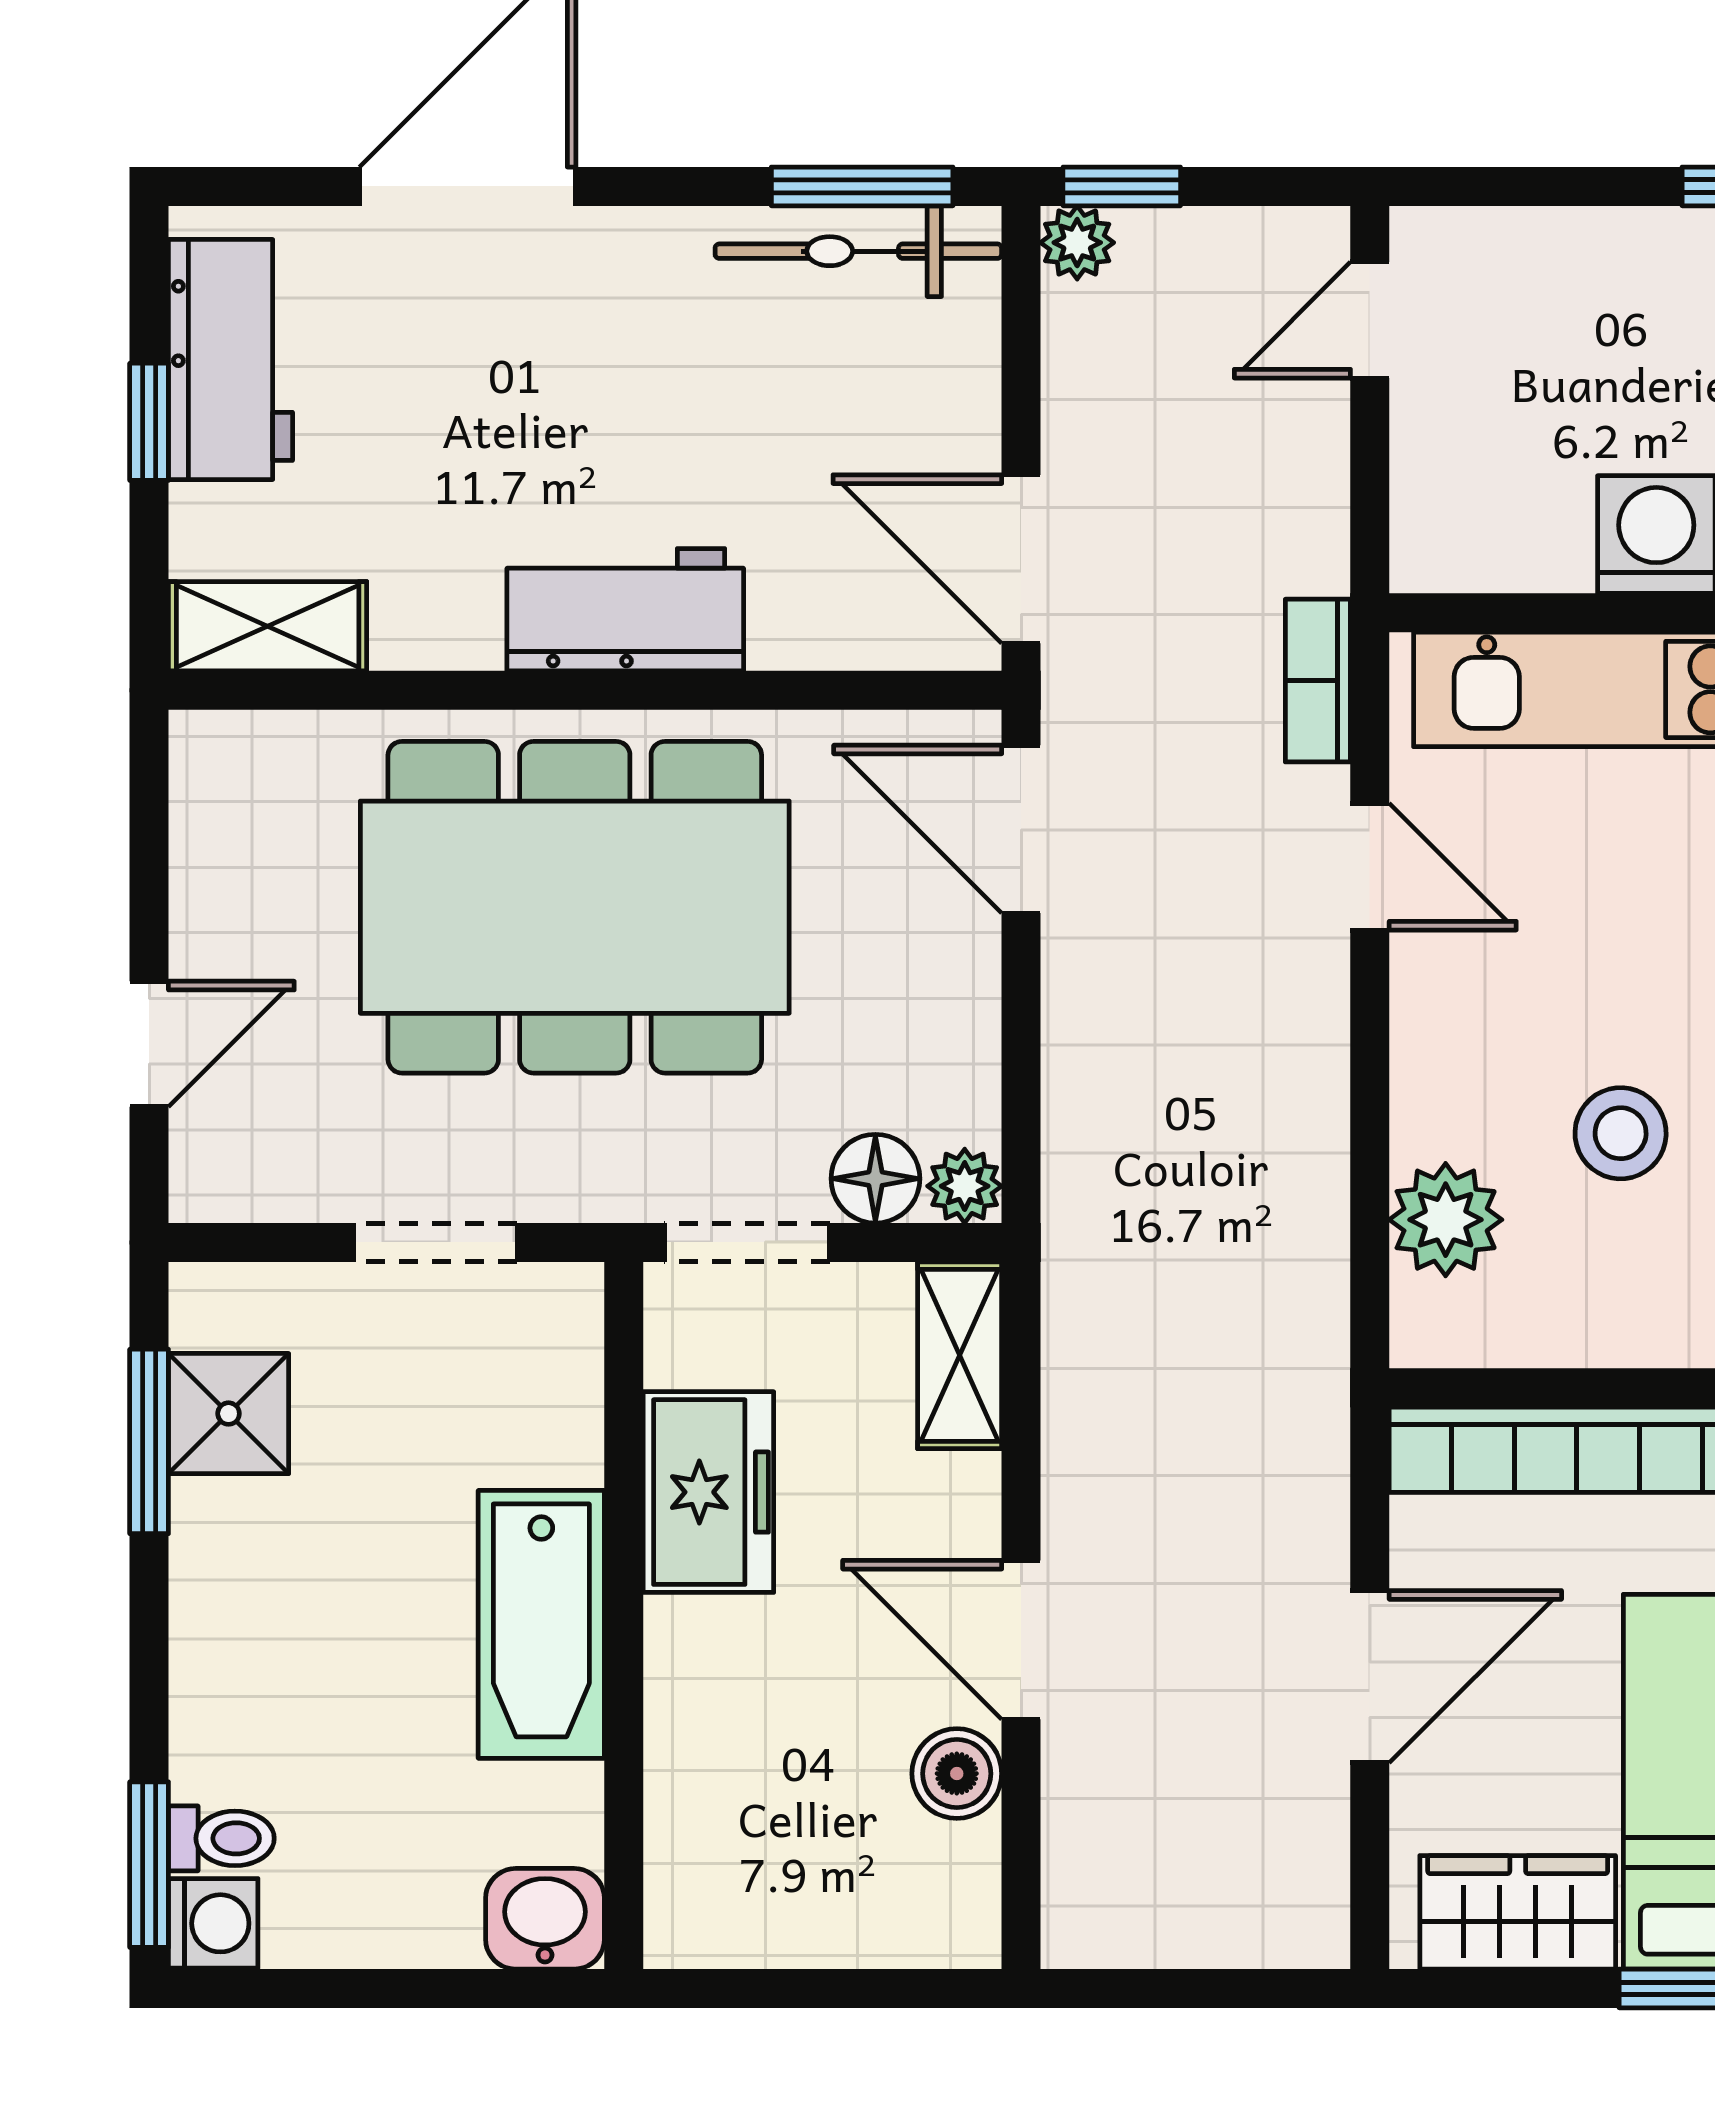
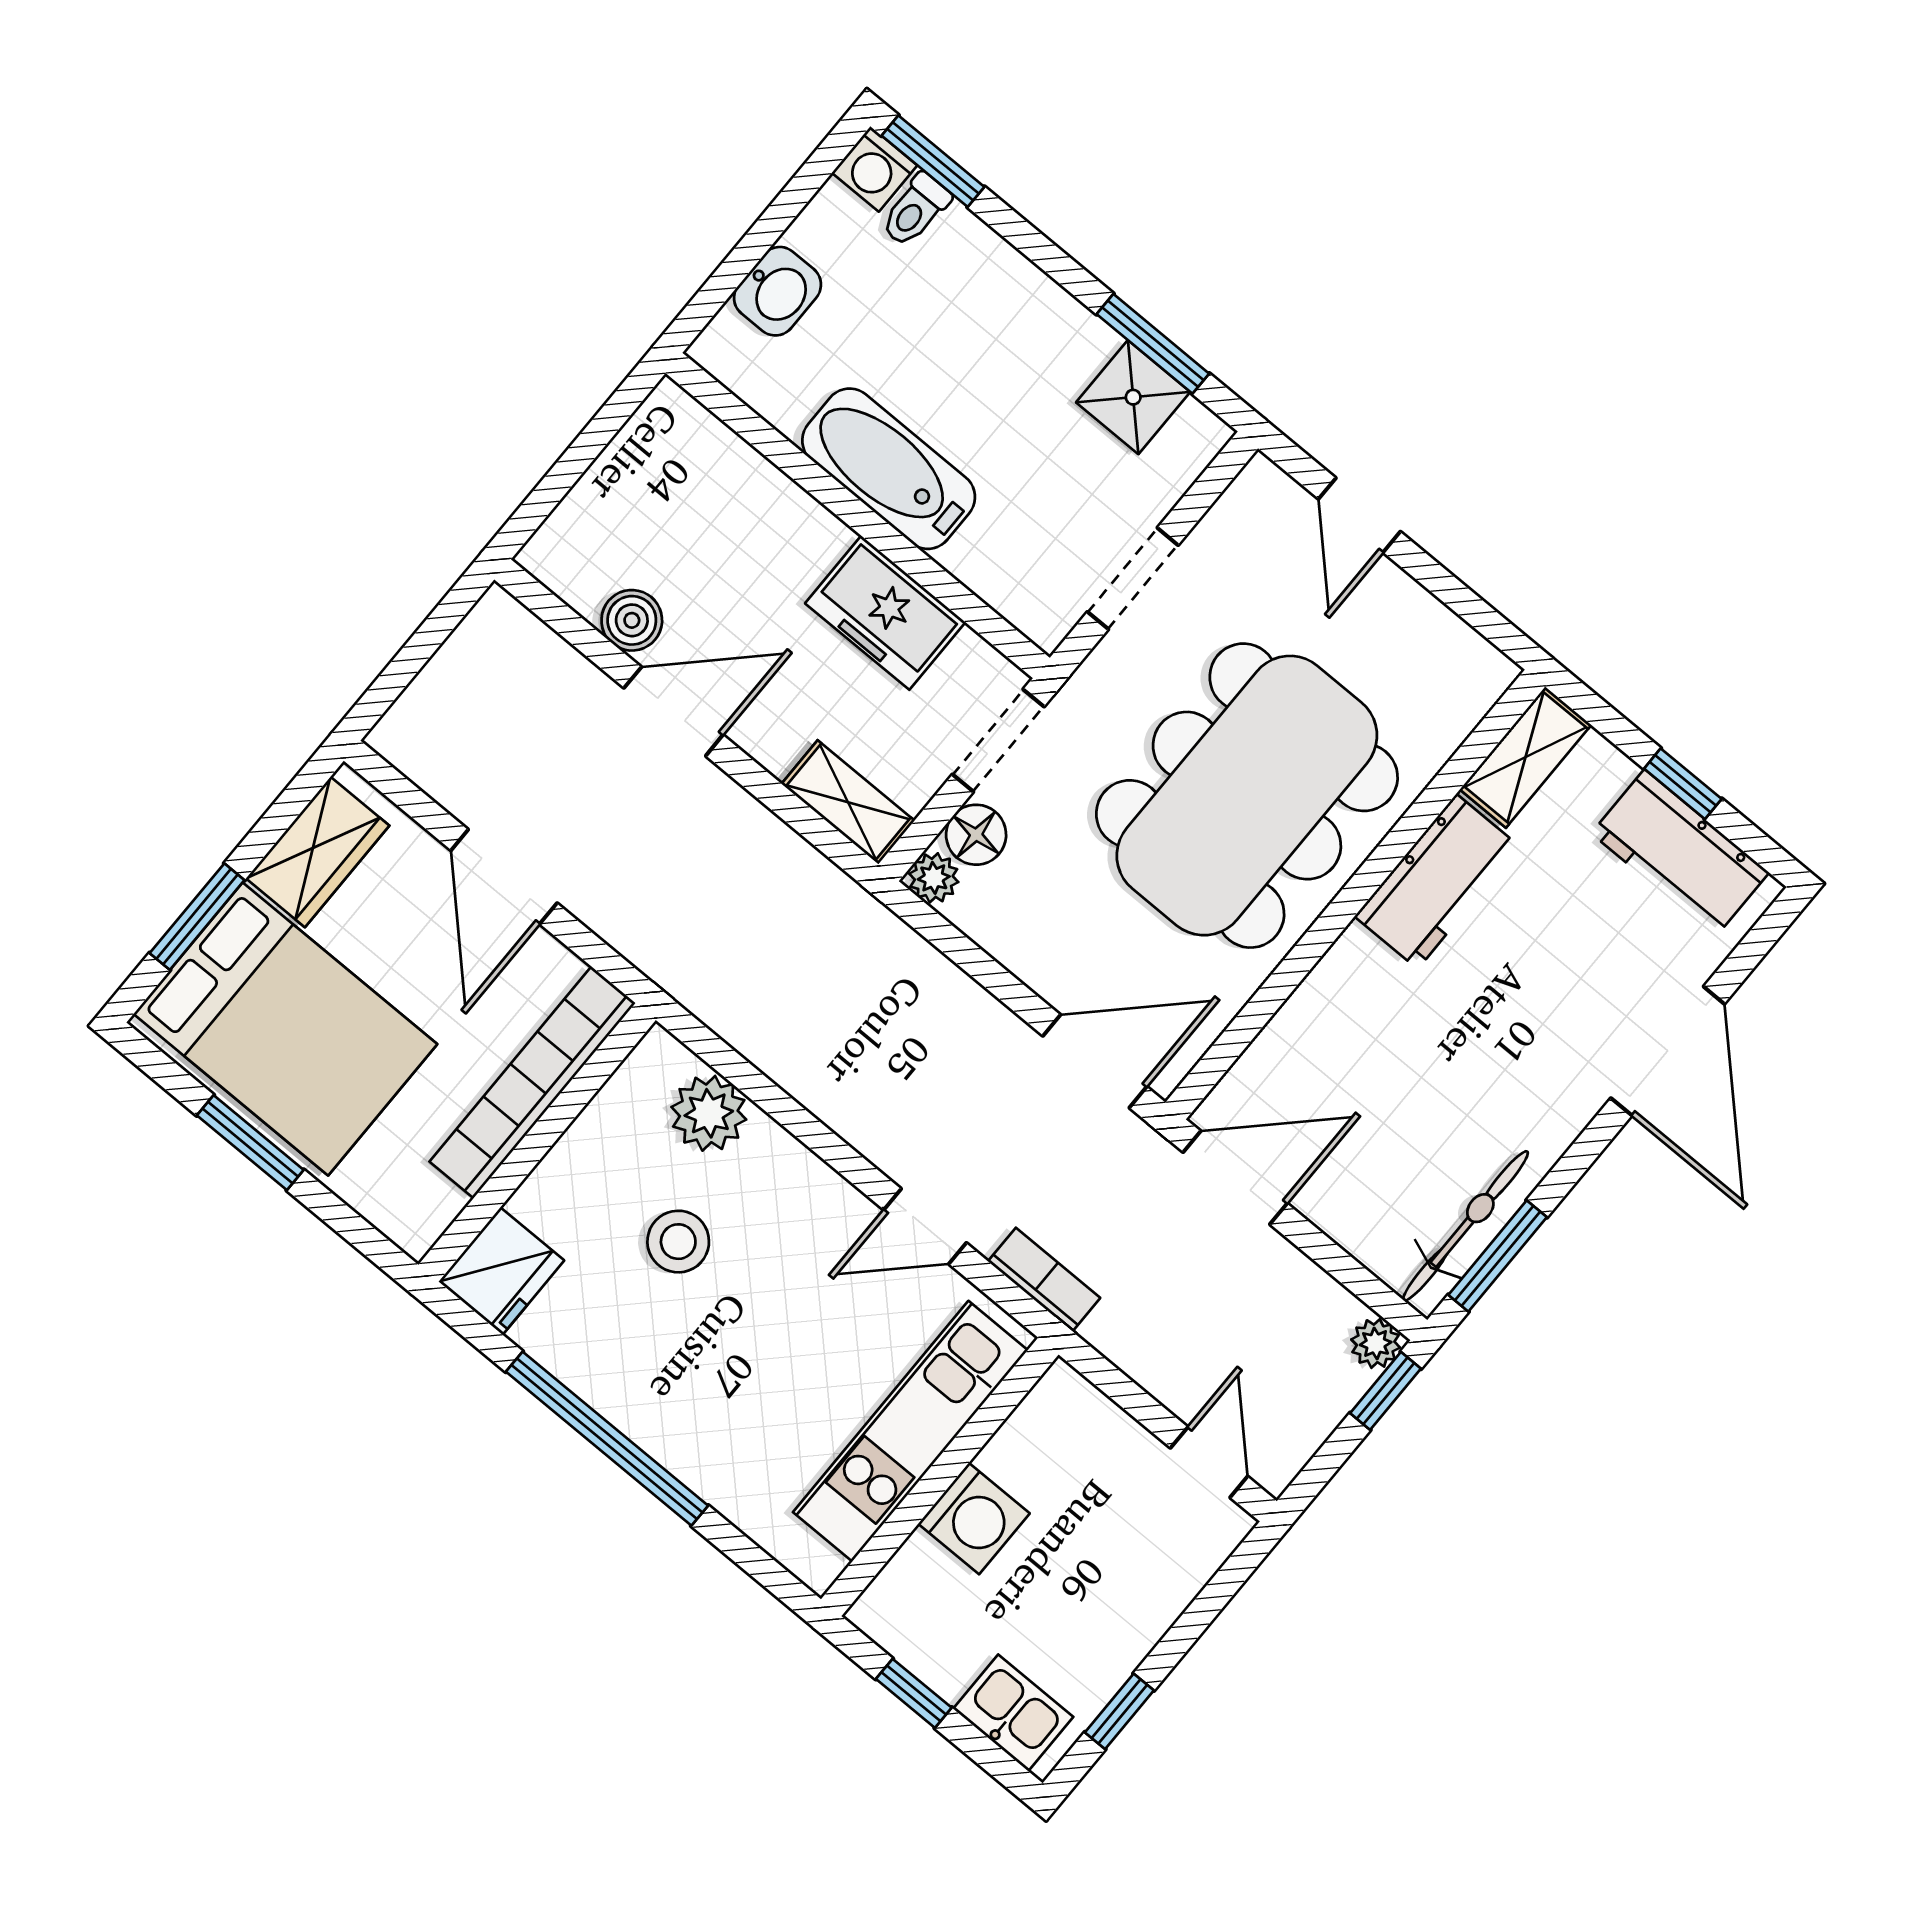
workbench: (625, 610) -> (1437, 881), moved
washbasin: (545, 1919) -> (778, 291), moved

